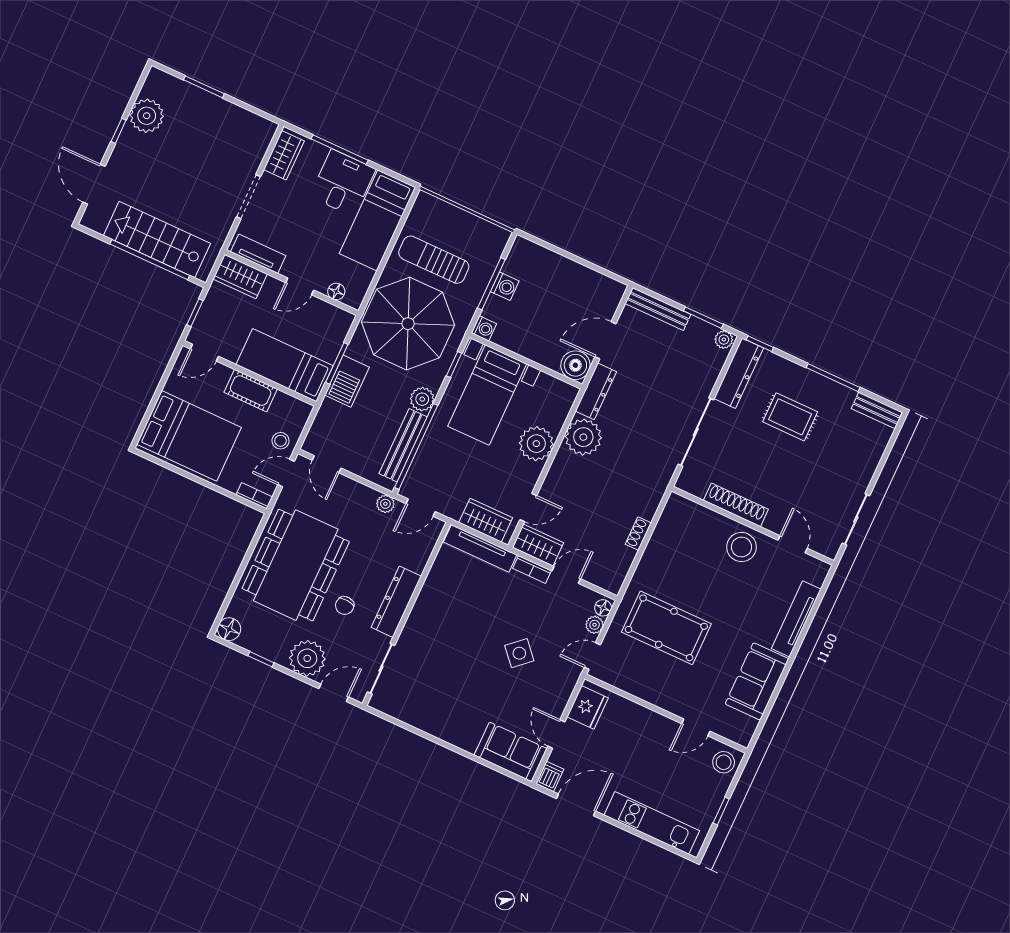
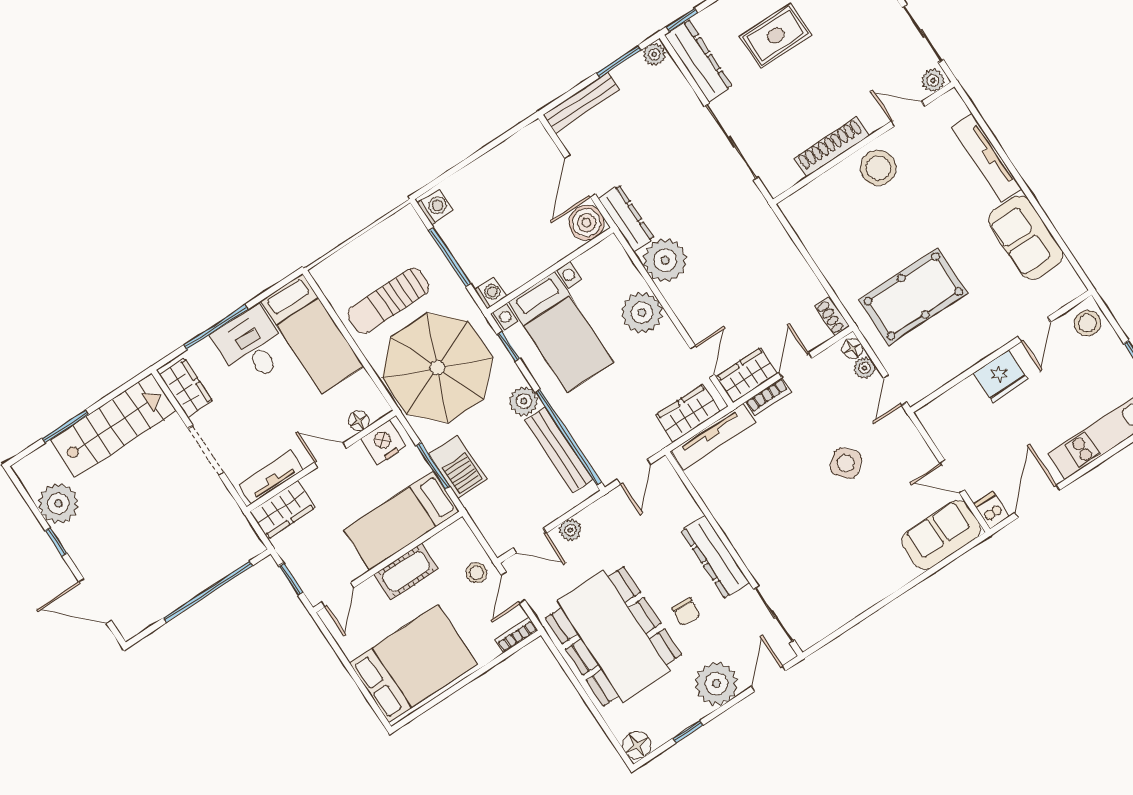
stairs: (157, 240) -> (113, 425), moved, turned 180
door: (300, 286) -> (330, 455), swing flipped
washing machine: (505, 286) -> (435, 207), moved
nightstand: (332, 318) -> (384, 442), added
plant: (385, 504) -> (570, 530), moved
shoe rack: (638, 534) -> (832, 316), moved
plant: (827, 547) -> (933, 80), added
fridge: (588, 707) -> (1001, 376), moved, turned 90

